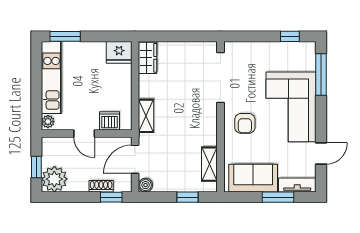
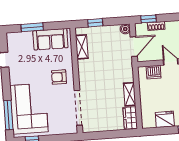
fridge: (119, 52) -> (165, 119), moved
corner sofa: (291, 107) -> (29, 109), moved
shelving: (146, 116) -> (130, 94), moved
armchair: (245, 123) -> (59, 77), turned -90
tv unit: (297, 185) -> (19, 37), removed

